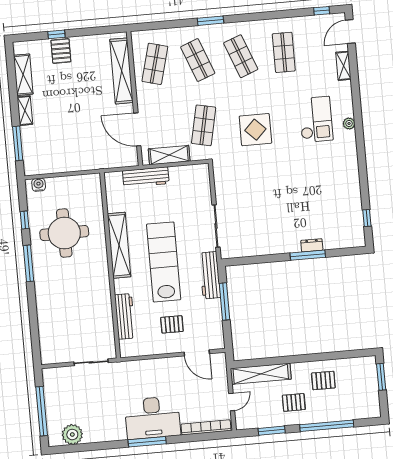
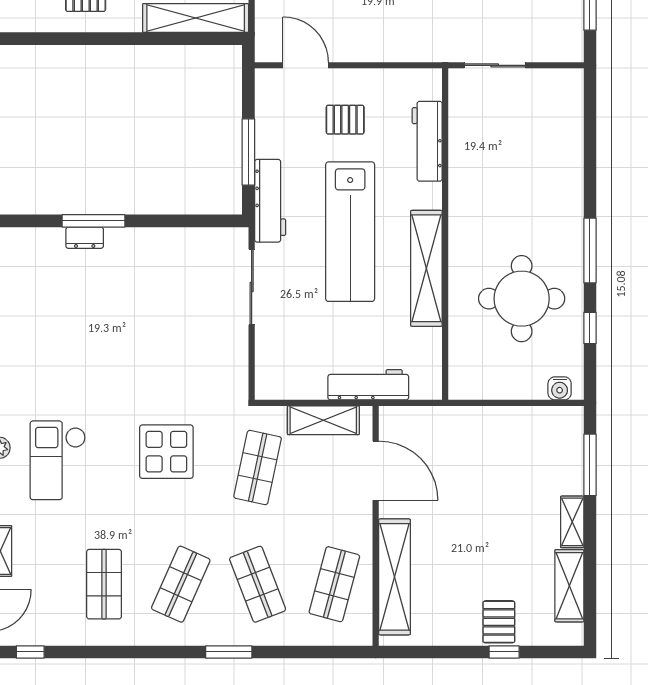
shop shelf: (241, 56) -> (181, 584), turned 45

